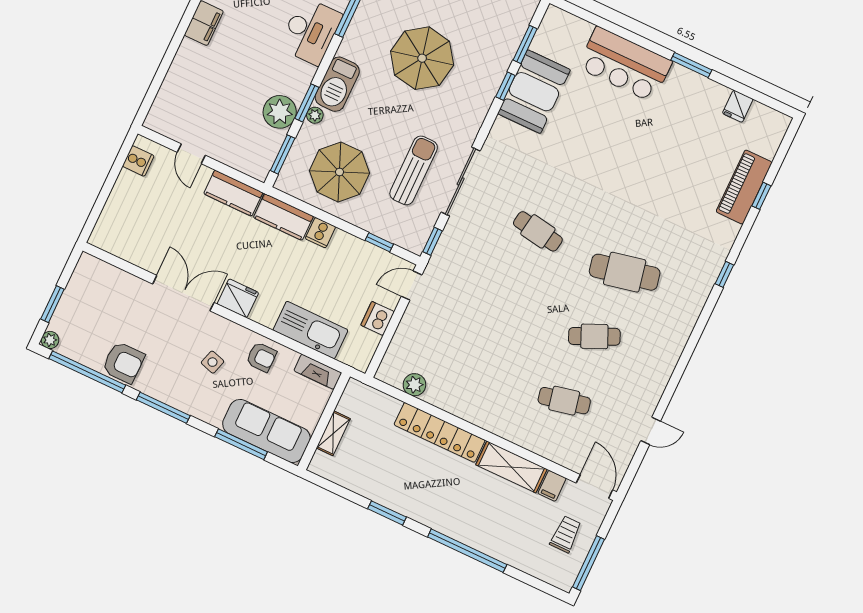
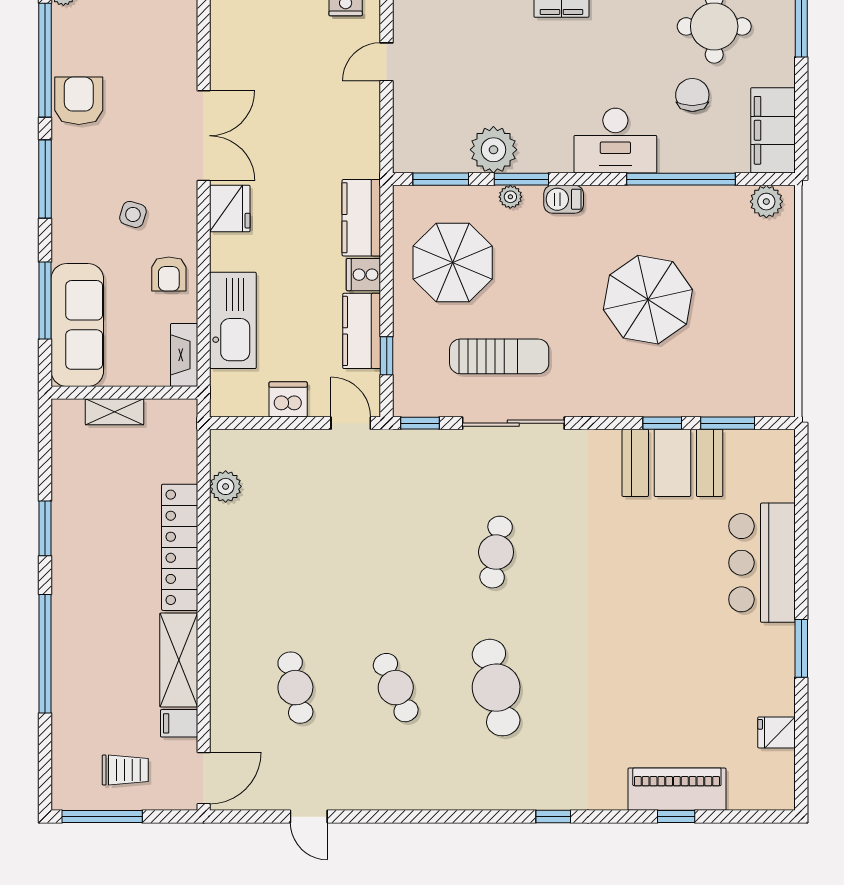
barbecue: (337, 84) -> (564, 199), width x0.53, depth x0.65
kitchen counter: (233, 193) -> (362, 331), moved
armchair: (123, 363) -> (79, 101), turned 180

